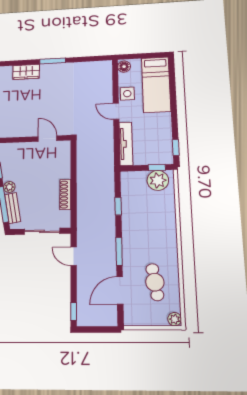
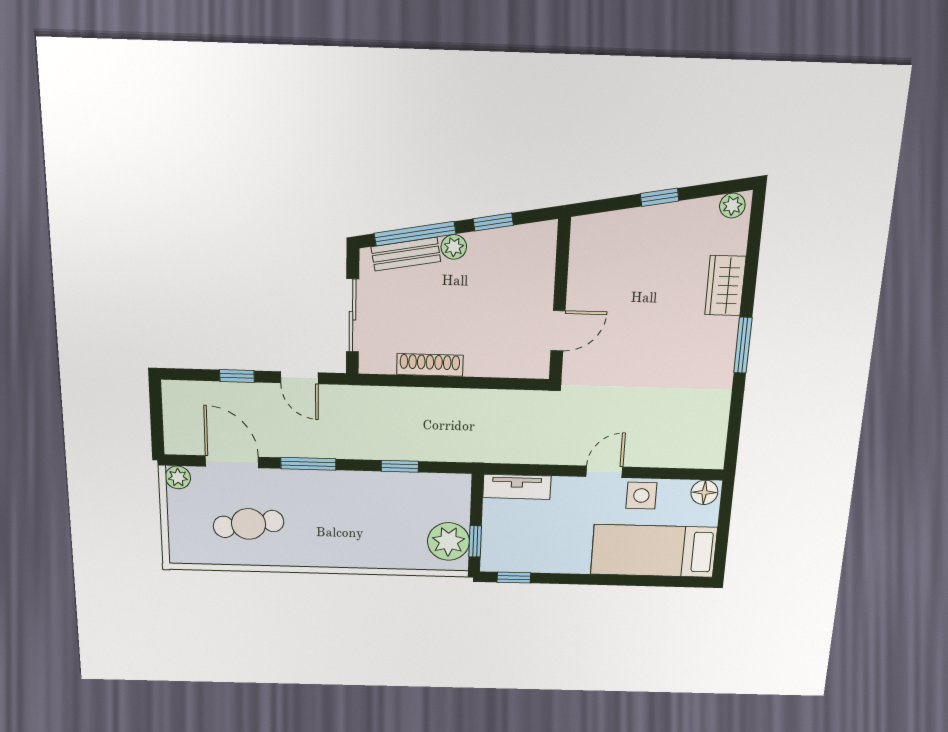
tv unit: (126, 144) -> (517, 487), width x0.71
door: (74, 256) -> (299, 378), swing flipped
window: (74, 311) -> (237, 376), moved
plant: (175, 319) -> (178, 477), moved

